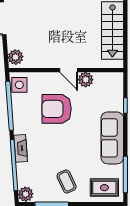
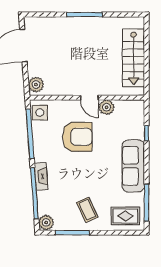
armchair: (57, 109) -> (77, 137), turned 180

